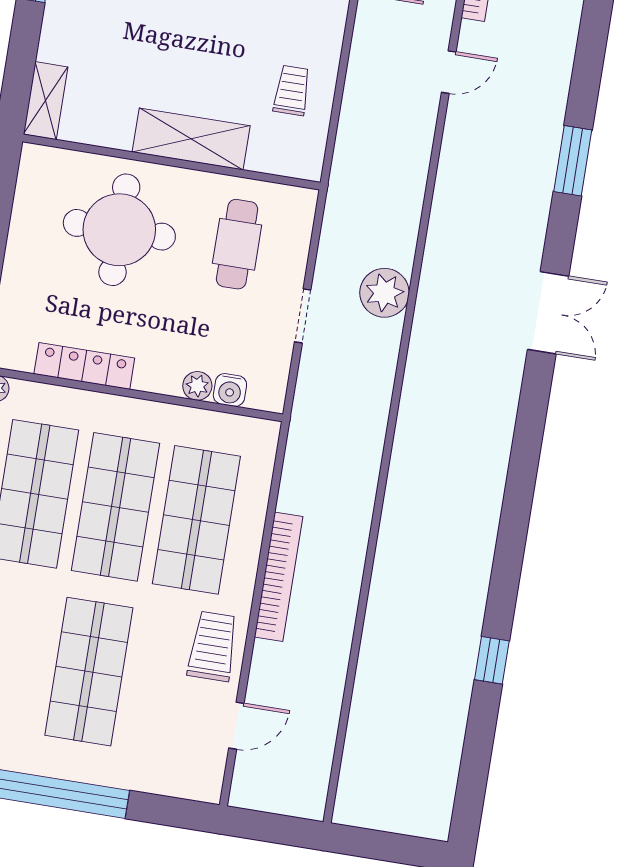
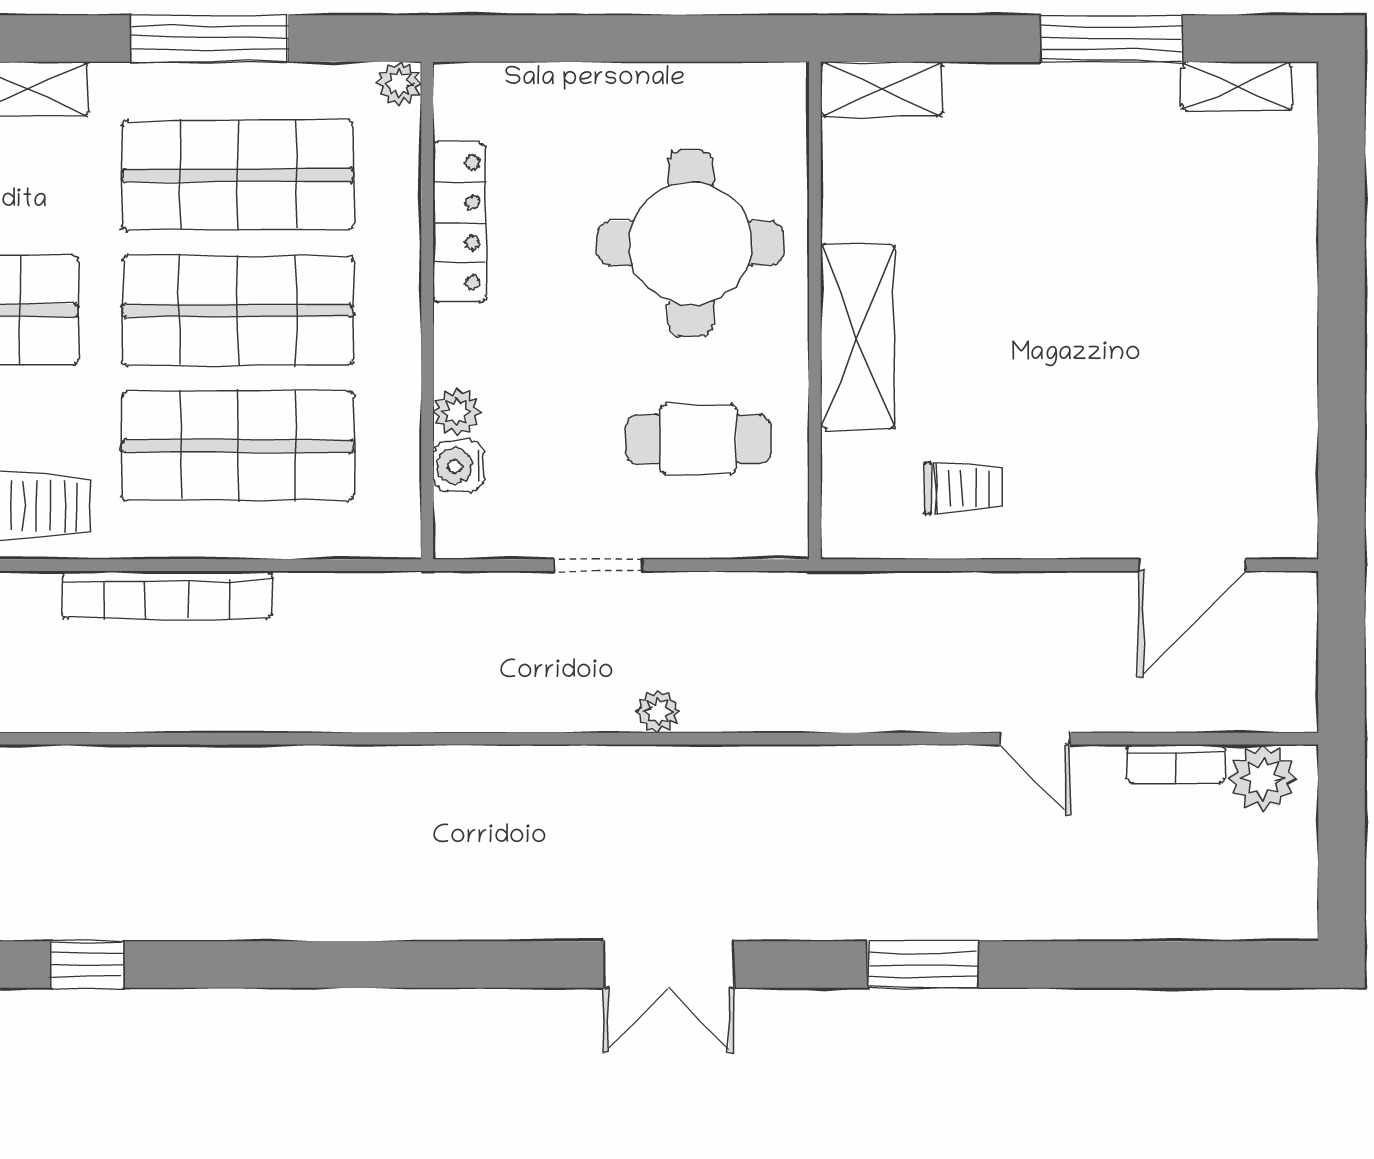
plant: (384, 293) -> (658, 711), width x0.53, depth x0.53

